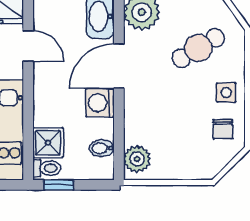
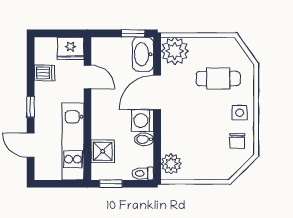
cafe table: (198, 48) -> (218, 79), turned 31
bidet: (102, 148) -> (144, 139), moved
toilet: (47, 168) -> (143, 173), moved, turned 180

